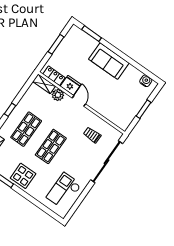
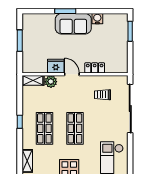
window: (92, 34) -> (65, 11), moved
locker: (54, 76) -> (95, 68), moved
water cooler: (146, 81) -> (97, 19), moved
window: (144, 109) -> (130, 31), moved

